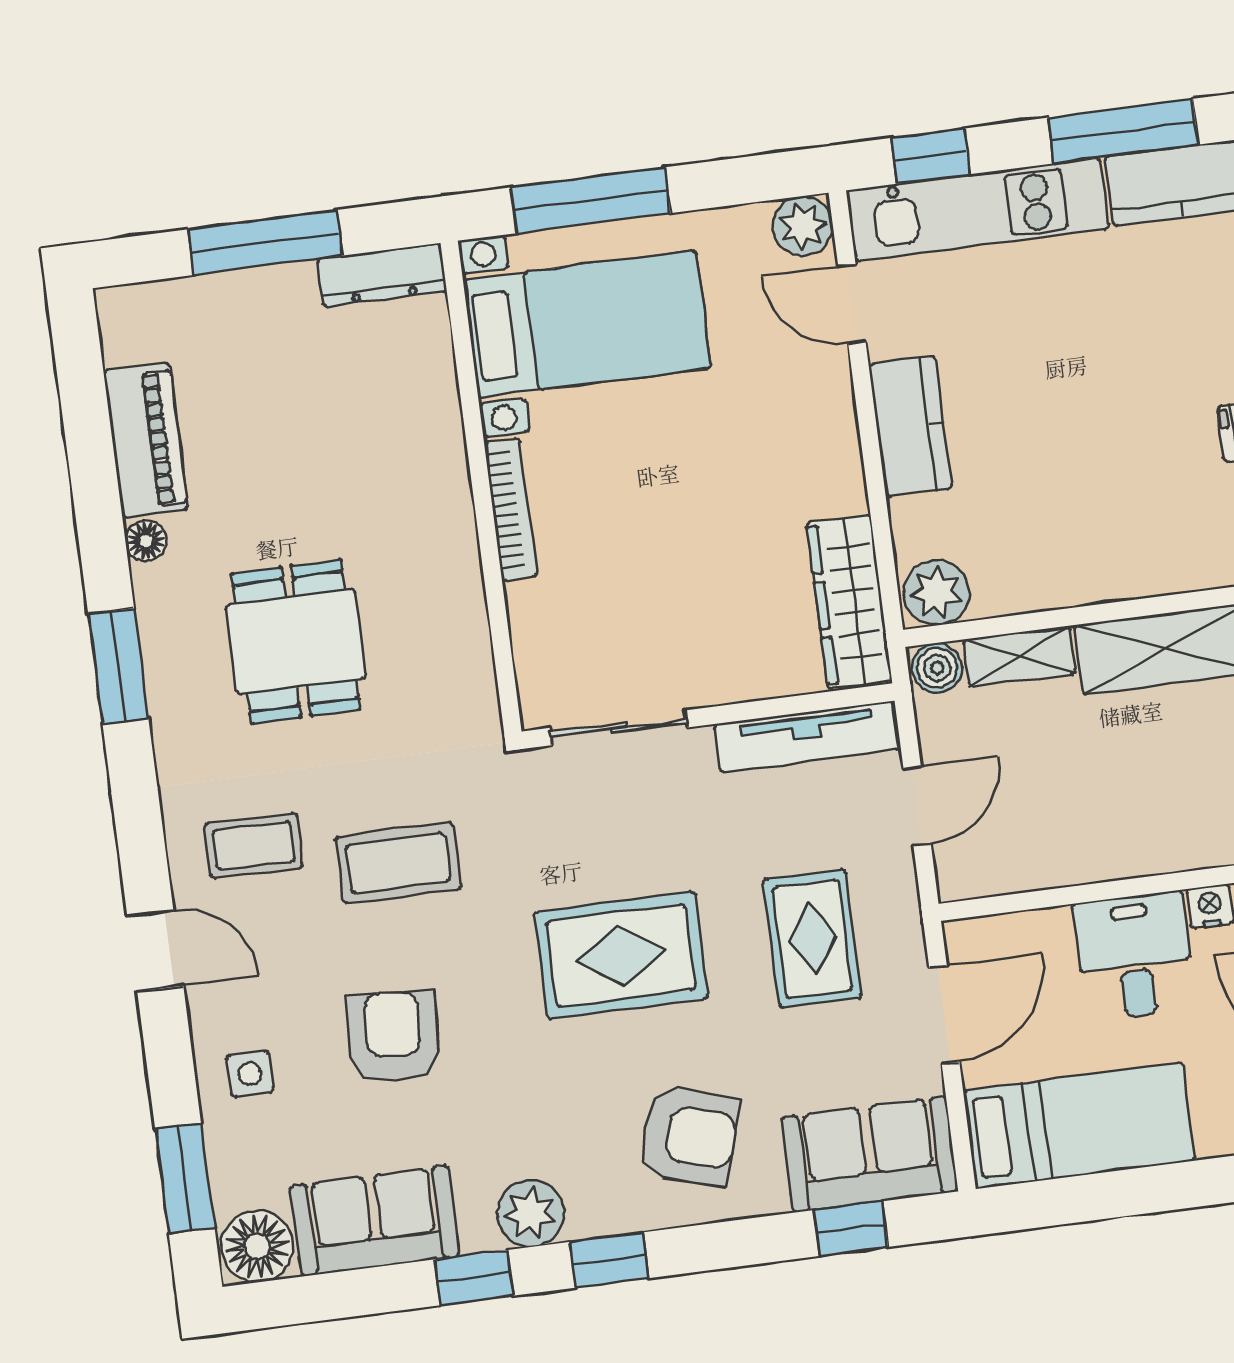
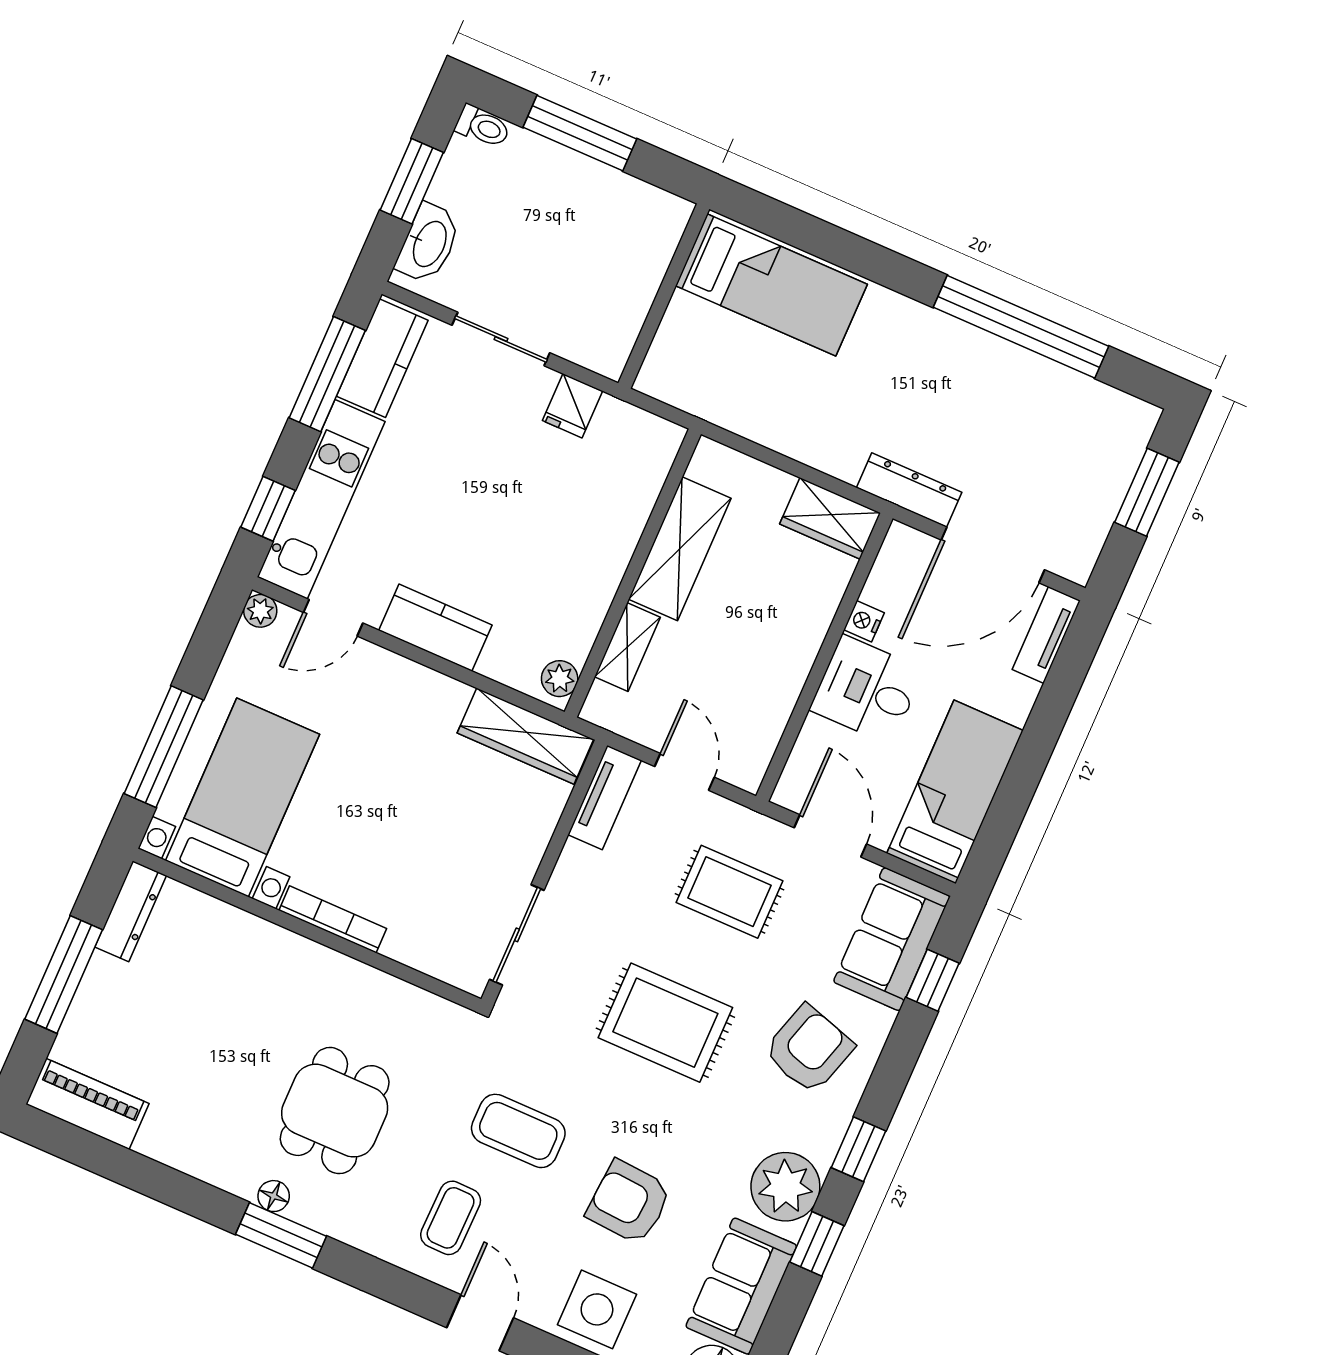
plant: (803, 226) -> (260, 611), width x0.73, depth x0.73
piano: (146, 440) -> (87, 1104), moved
floor lamp: (146, 541) -> (274, 1196), moved
plant: (936, 592) -> (560, 679), width x0.73, depth x0.73
dining table: (296, 642) -> (335, 1111), turned 90
boiler: (937, 668) -> (603, 705), removed
tv unit: (808, 737) -> (605, 798), width x0.71
coffee table: (398, 863) -> (518, 1131), turned 90
door: (155, 951) -> (480, 1323), hinge flipped
rug: (621, 955) -> (665, 1023), turned 90
side table: (250, 1074) -> (597, 1309), width x1.87, depth x1.87
plant: (531, 1213) -> (785, 1187), width x1.36, depth x1.36

